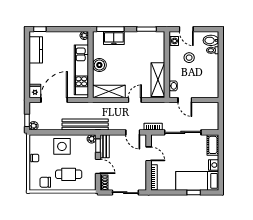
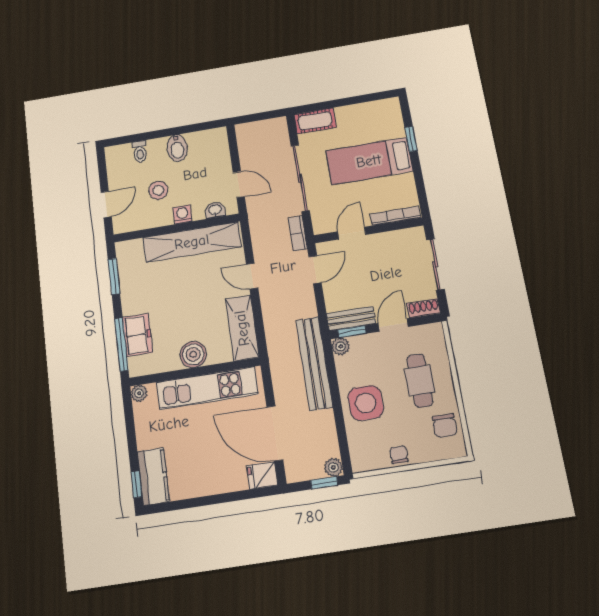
bidet: (211, 40) -> (177, 148), moved
washing machine: (174, 41) -> (182, 214), moved
kitchen counter: (36, 50) -> (153, 477), moved, turned 90
shelving: (158, 80) -> (192, 242), width x1.47
door: (185, 100) -> (239, 184), hinge flipped
nightstand: (214, 165) -> (352, 113), removed
bed: (197, 181) -> (369, 161), moved, turned 90

